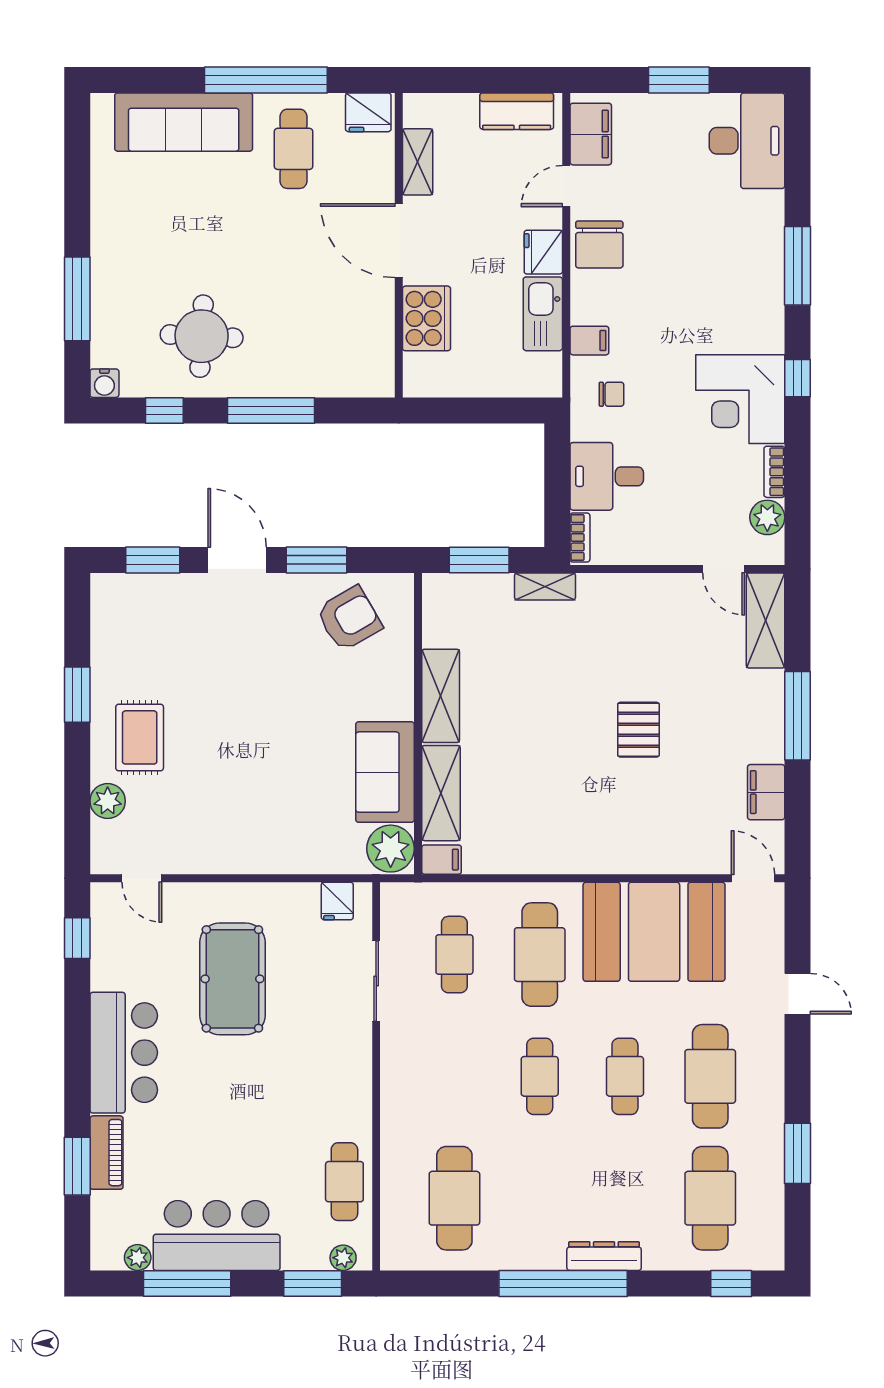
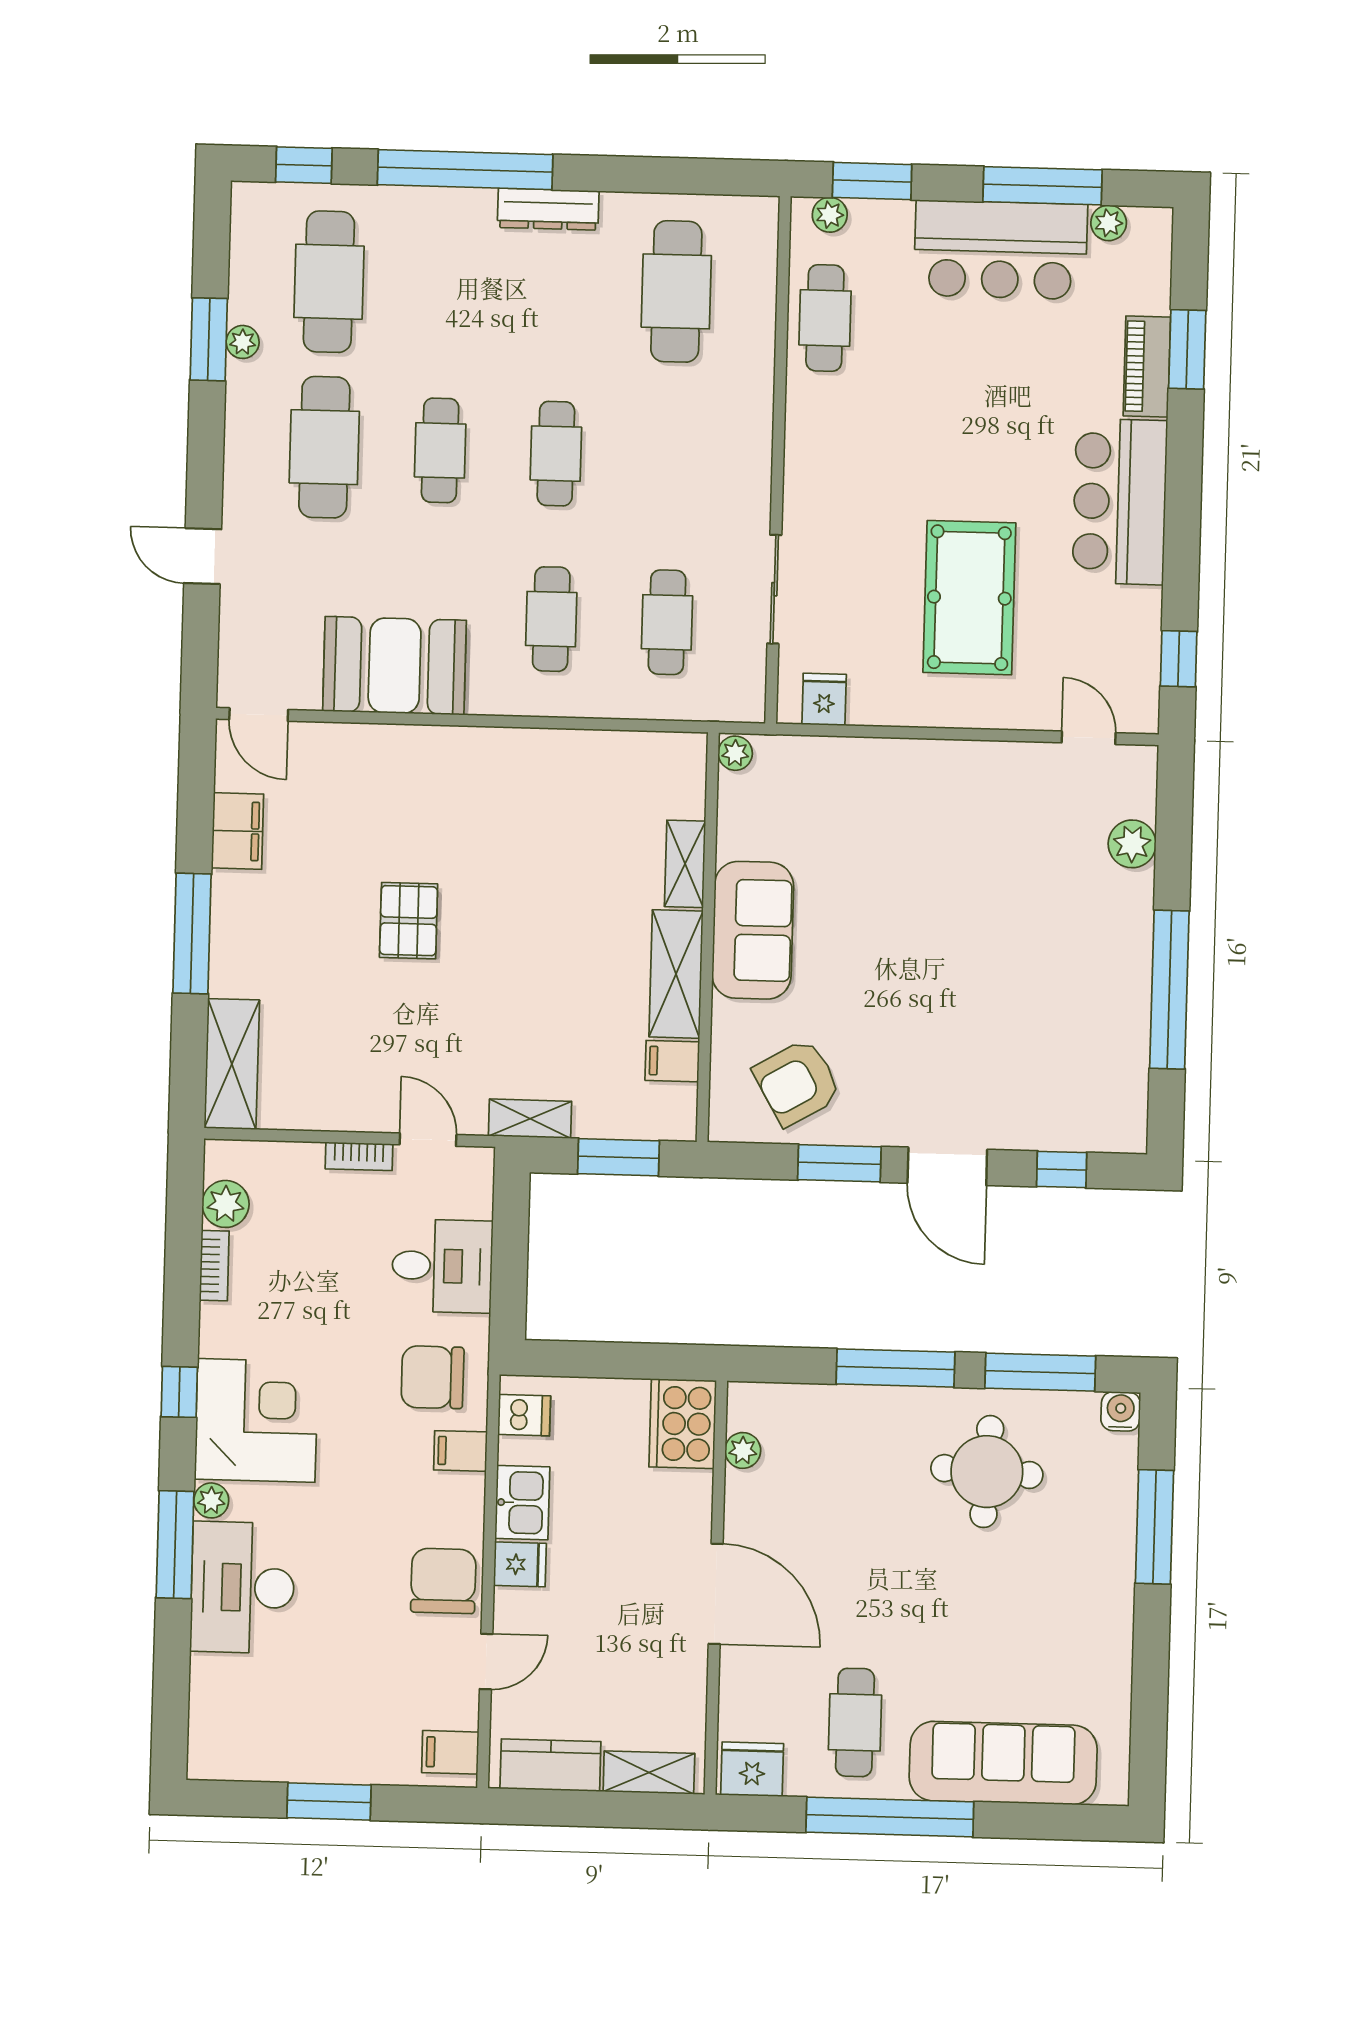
filing cabinet: (591, 134) -> (450, 1752), width x0.50
desk: (747, 141) -> (243, 1588), moved
shelving: (418, 162) -> (649, 1772), moved, turned 90
fridge: (543, 252) -> (520, 1564), width x0.72
plant: (772, 299) -> (211, 1500), added
kitchen sink: (543, 314) -> (522, 1503), width x0.73
cooker: (426, 318) -> (683, 1424), moved
plant: (382, 347) -> (743, 1450), added
dishwasher: (543, 368) -> (524, 1415), added
chair: (611, 394) -> (432, 1377), width x1.87, depth x1.87
corner desk: (740, 399) -> (256, 1420), moved
window: (164, 410) -> (1040, 1372), width x2.17
bookcase: (580, 537) -> (359, 1156), moved, turned -90
window: (153, 560) -> (1062, 1170), width x0.67
door: (724, 569) -> (428, 1140), moved
window: (77, 695) -> (1169, 990), width x2.11
rug: (140, 737) -> (1086, 929), removed
sofa: (385, 772) -> (753, 930), moved
shelving: (441, 793) -> (685, 864), width x0.67, depth x0.75
plant: (391, 849) -> (735, 753), width x0.53, depth x0.53
filing cabinet: (442, 860) -> (672, 1061), moved
booth: (654, 932) -> (395, 666), width x0.73, depth x0.70
cafe table: (540, 955) -> (551, 619), width x0.73, depth x0.74
plant: (772, 1152) -> (243, 342), added
dresser: (604, 1256) -> (548, 209), moved
window: (563, 1284) -> (465, 170), moved

